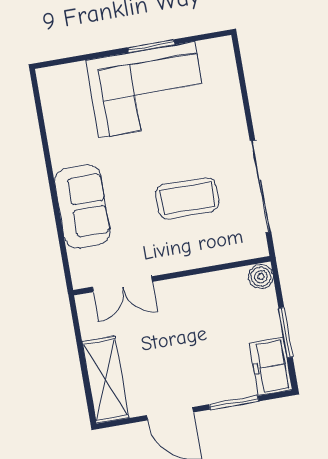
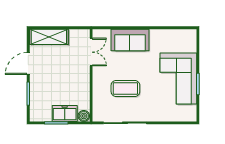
coffee table: (187, 198) -> (125, 88), turned 90
double door: (122, 284) -> (91, 52), swing flipped
freezer: (271, 366) -> (65, 113), moved

